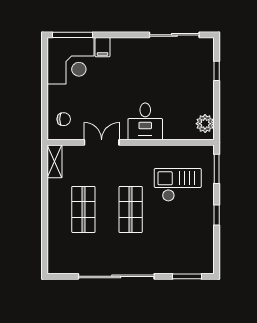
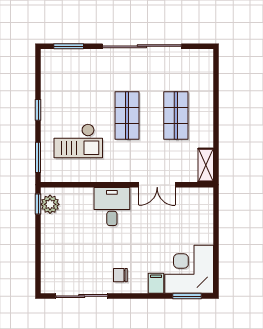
window: (73, 35) -> (187, 296), width x0.69
window: (217, 71) -> (38, 204), moved
chair: (64, 119) -> (120, 275), moved

